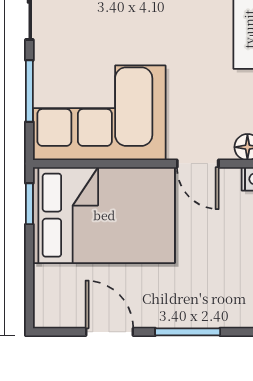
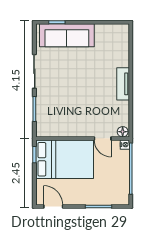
corner sofa: (99, 113) -> (63, 118), removed
door: (109, 332) -> (53, 206), moved

